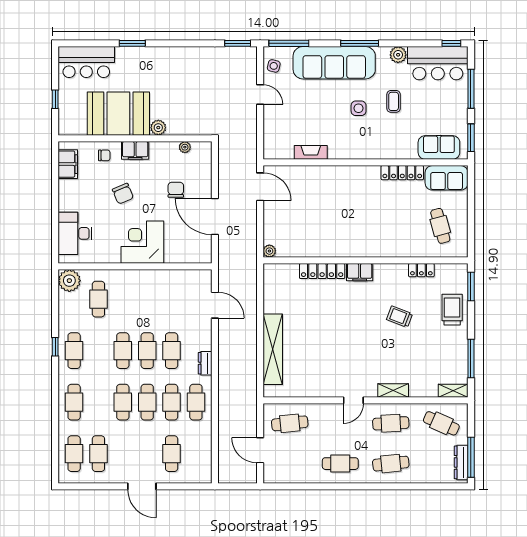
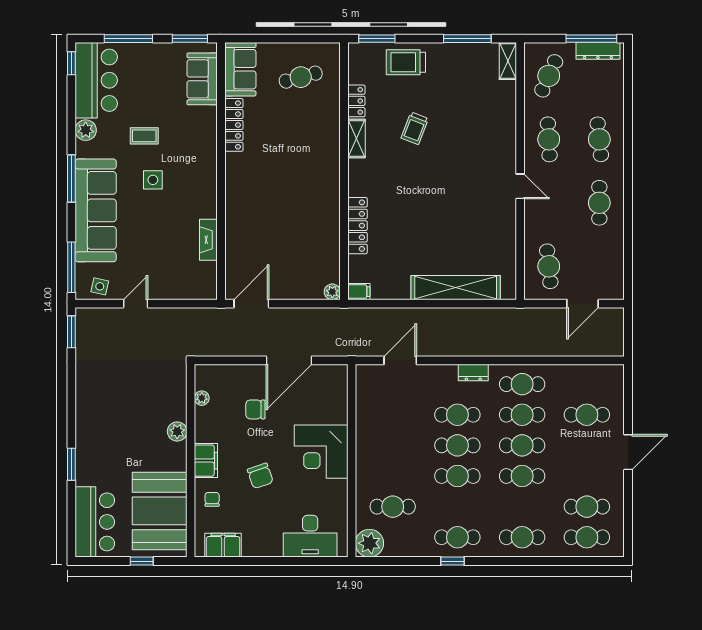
booth: (118, 114) -> (160, 511), moved
chair: (123, 194) -> (260, 476), turned 94
filing cabinet: (360, 272) -> (359, 292), moved, width x0.50
shelving: (393, 391) -> (356, 139), moved

